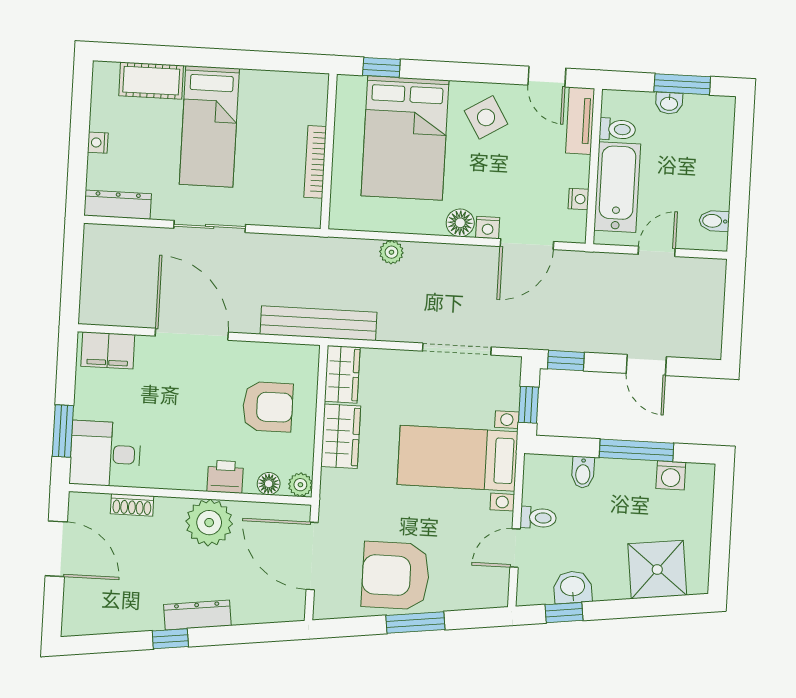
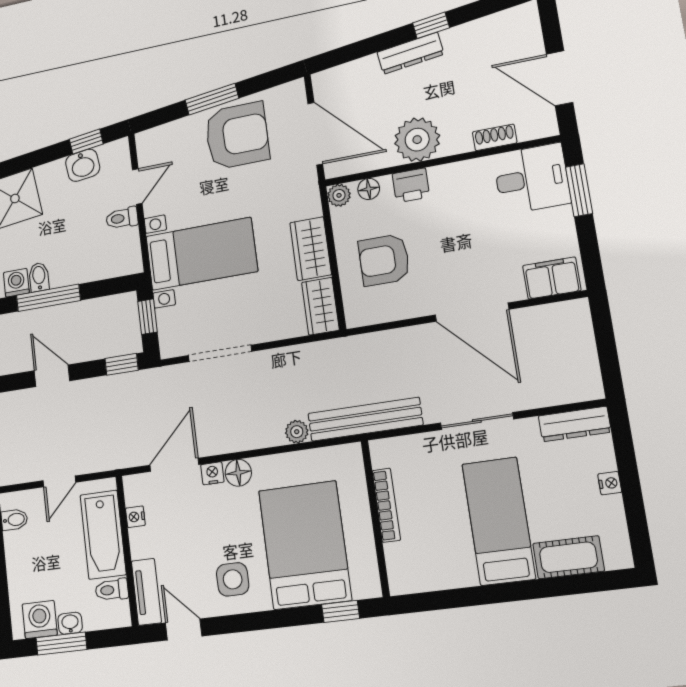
washing machine: (702, 113) -> (40, 619), added
side table: (486, 117) -> (233, 579), turned 31
bench: (318, 323) -> (365, 419), moved
bidet: (583, 472) -> (39, 277), moved

